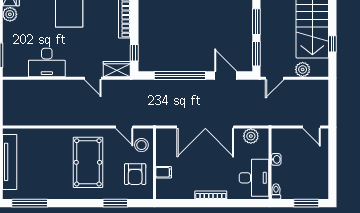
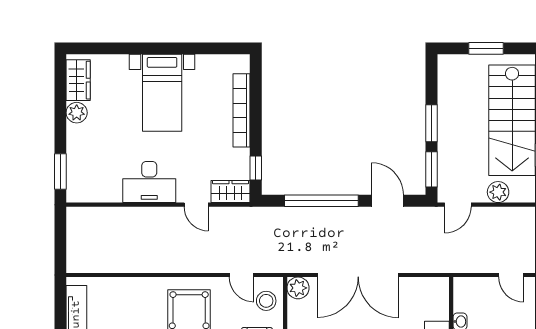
desk: (47, 62) -> (149, 182), moved
plant: (251, 136) -> (298, 288), moved

